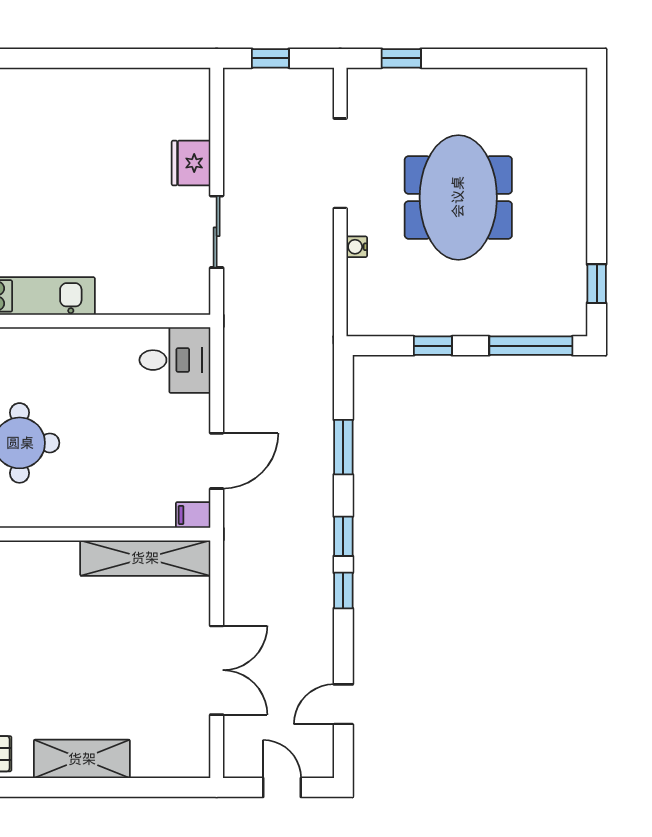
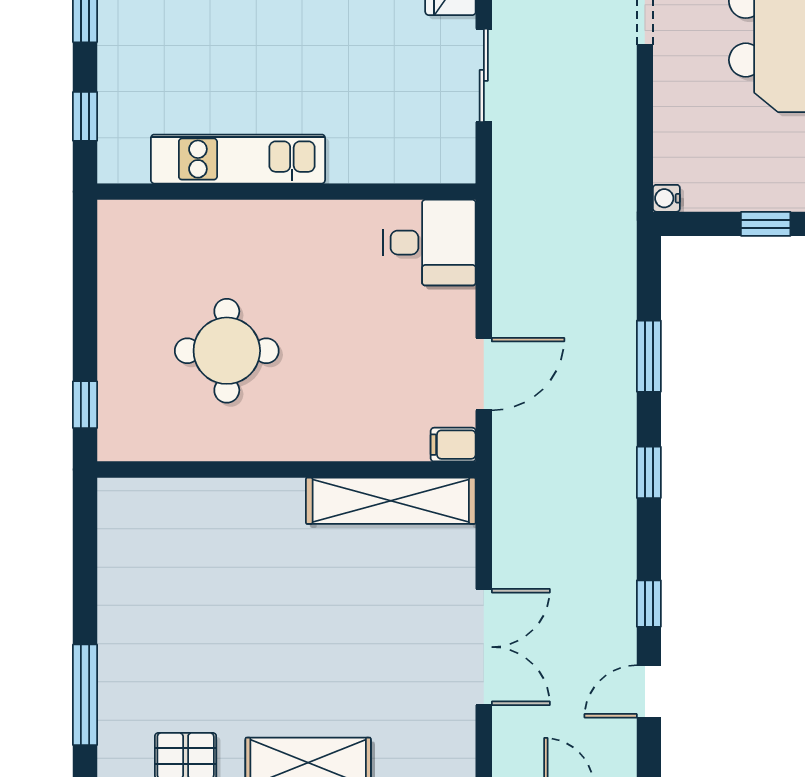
water cooler: (357, 247) -> (666, 198), moved
window: (343, 591) -> (649, 604), moved

